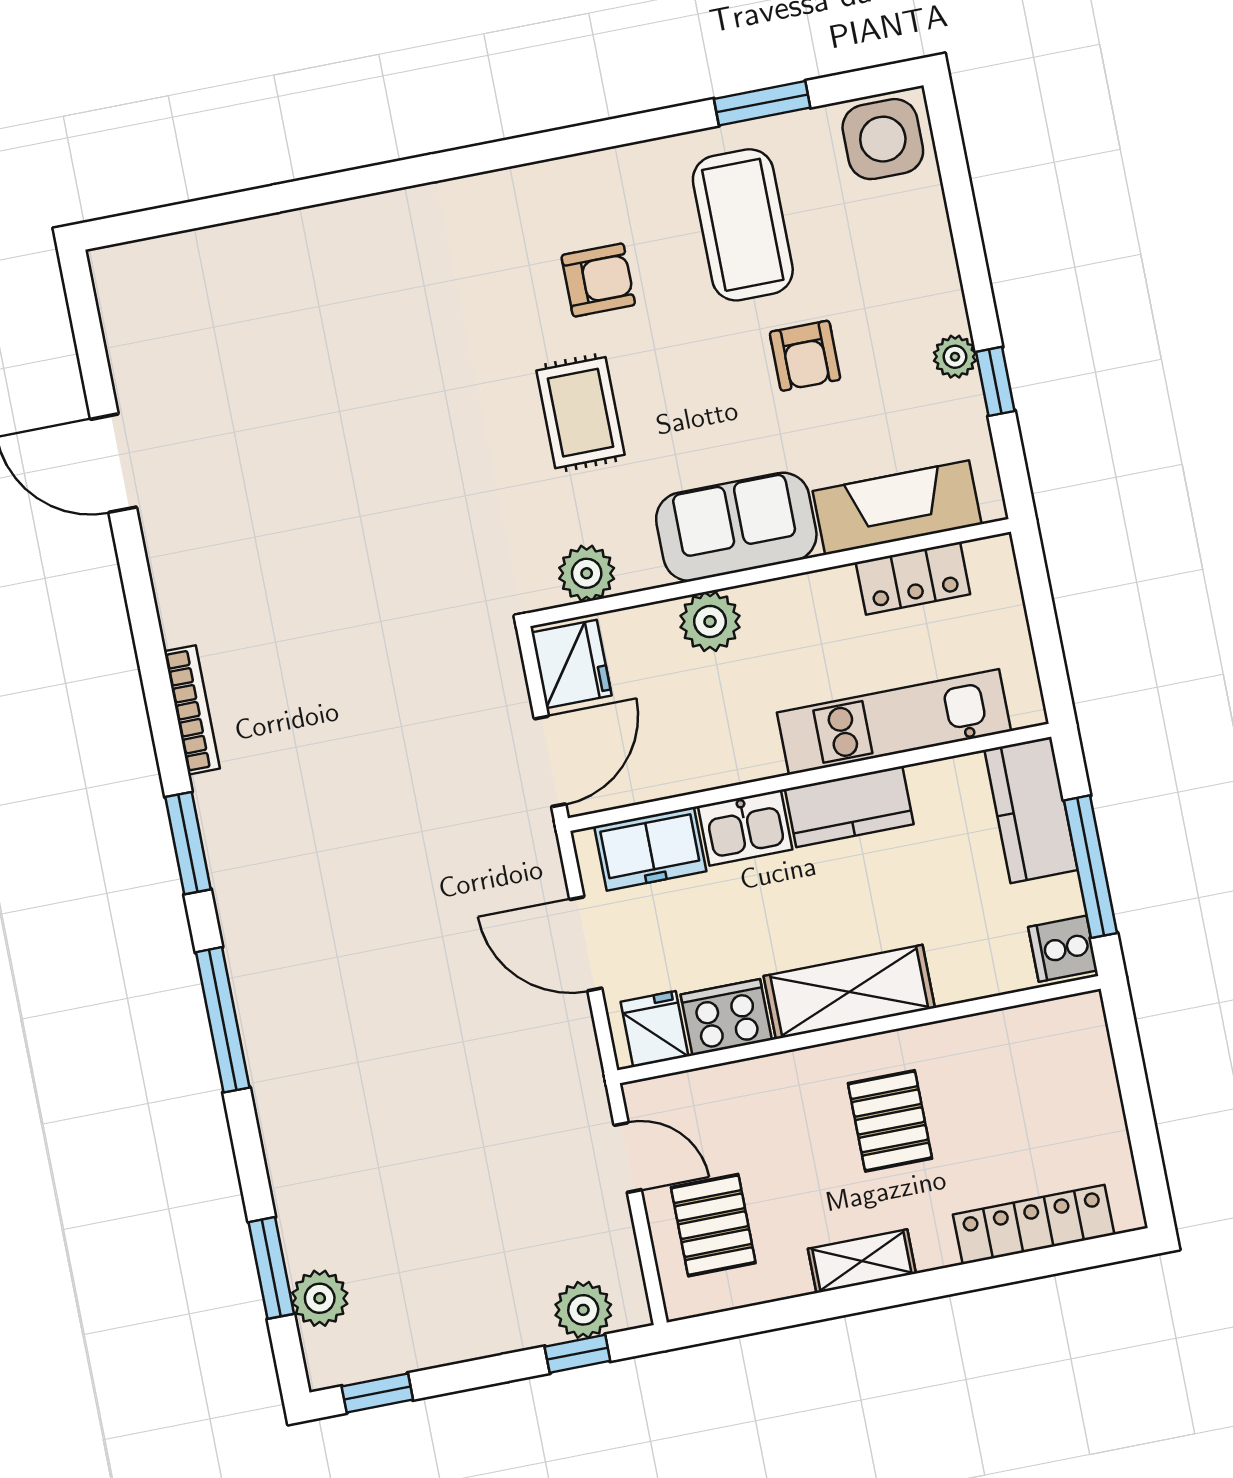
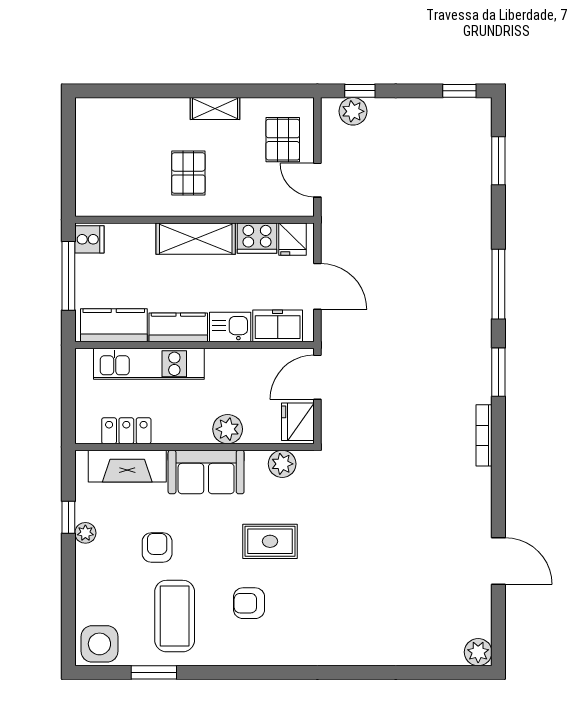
rug: (580, 413) -> (270, 541), turned 90
kitchen counter: (1031, 810) -> (114, 325), moved, turned -90
locker: (1034, 1225) -> (129, 110), removed
plant: (320, 1298) -> (478, 652), moved

